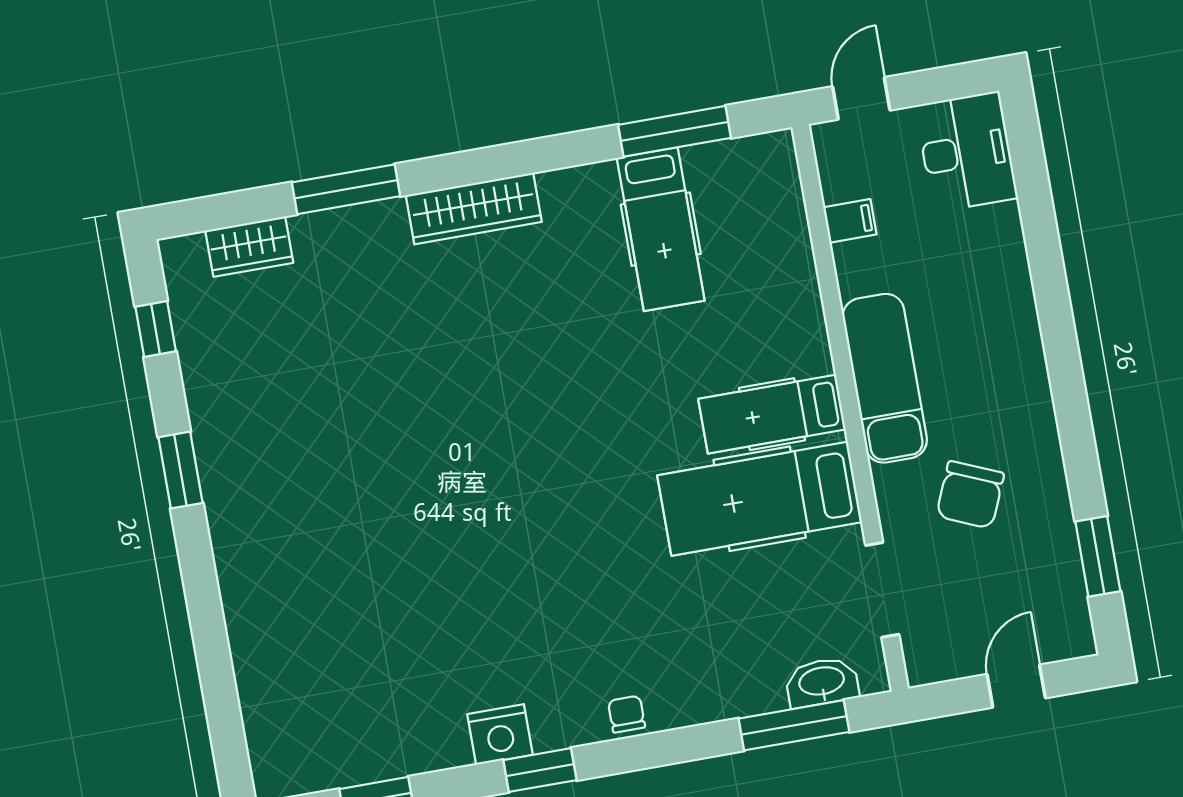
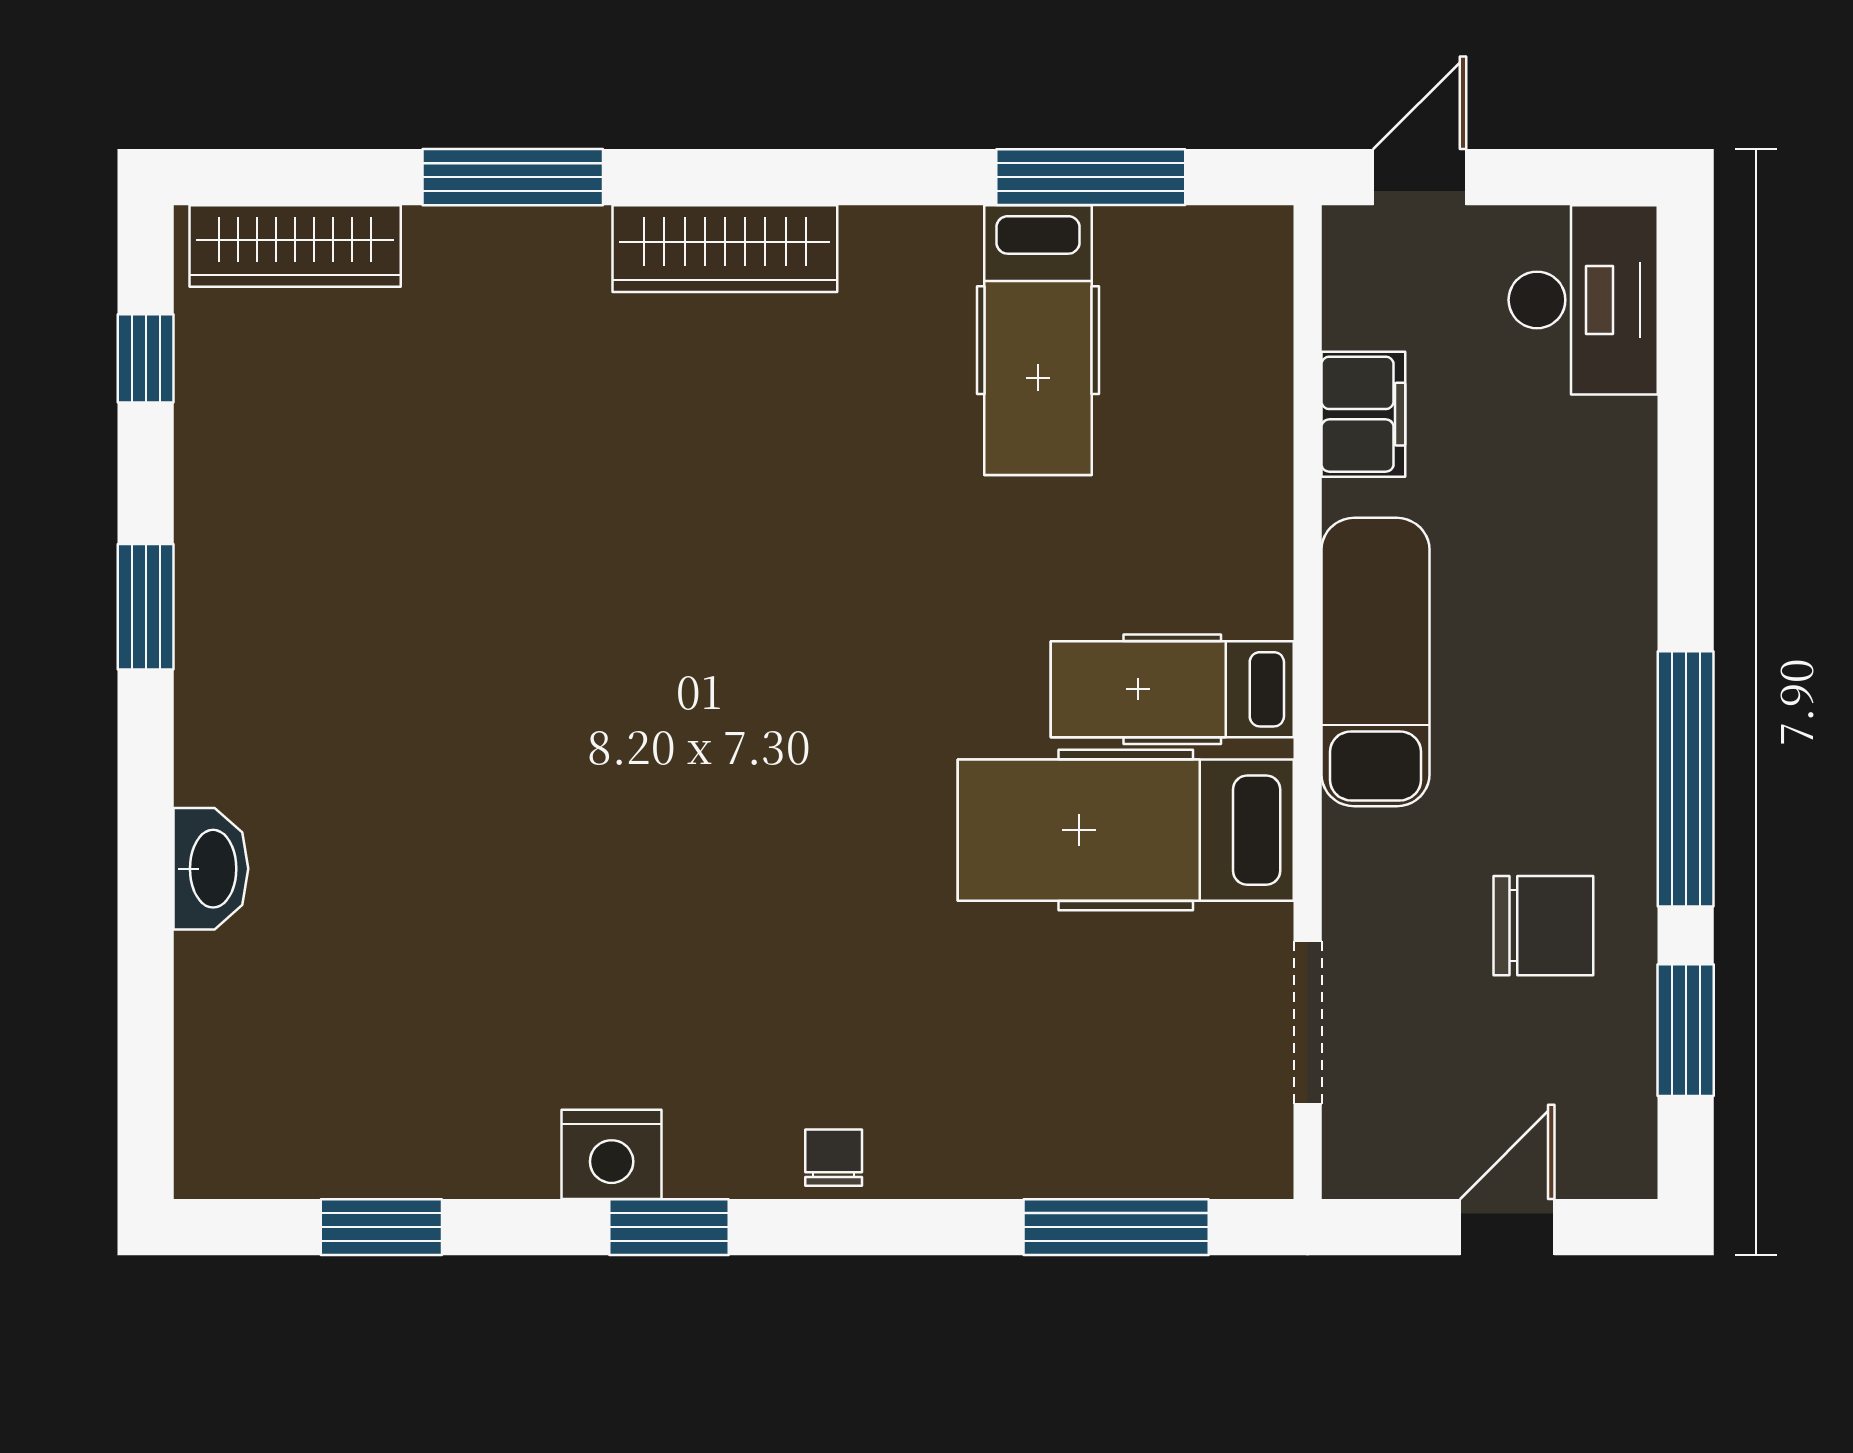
filing cabinet: (850, 221) -> (1363, 414), width x2.00
wardrobe: (249, 247) -> (295, 246), width x1.50
window: (1073, 414) -> (1686, 779), added
chair: (970, 495) -> (1543, 926), moved, turned -113
washbasin: (822, 682) -> (211, 869), moved, turned 90

